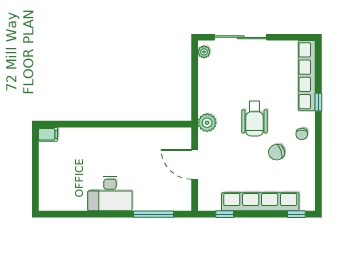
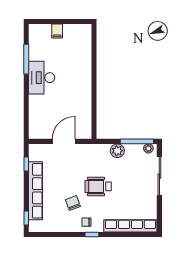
window: (195, 67) -> (137, 141), added
window: (318, 102) -> (92, 235), moved
plant: (207, 123) -> (117, 151), moved
filing cabinet: (48, 134) -> (57, 31), moved
window: (154, 214) -> (26, 59), moved

